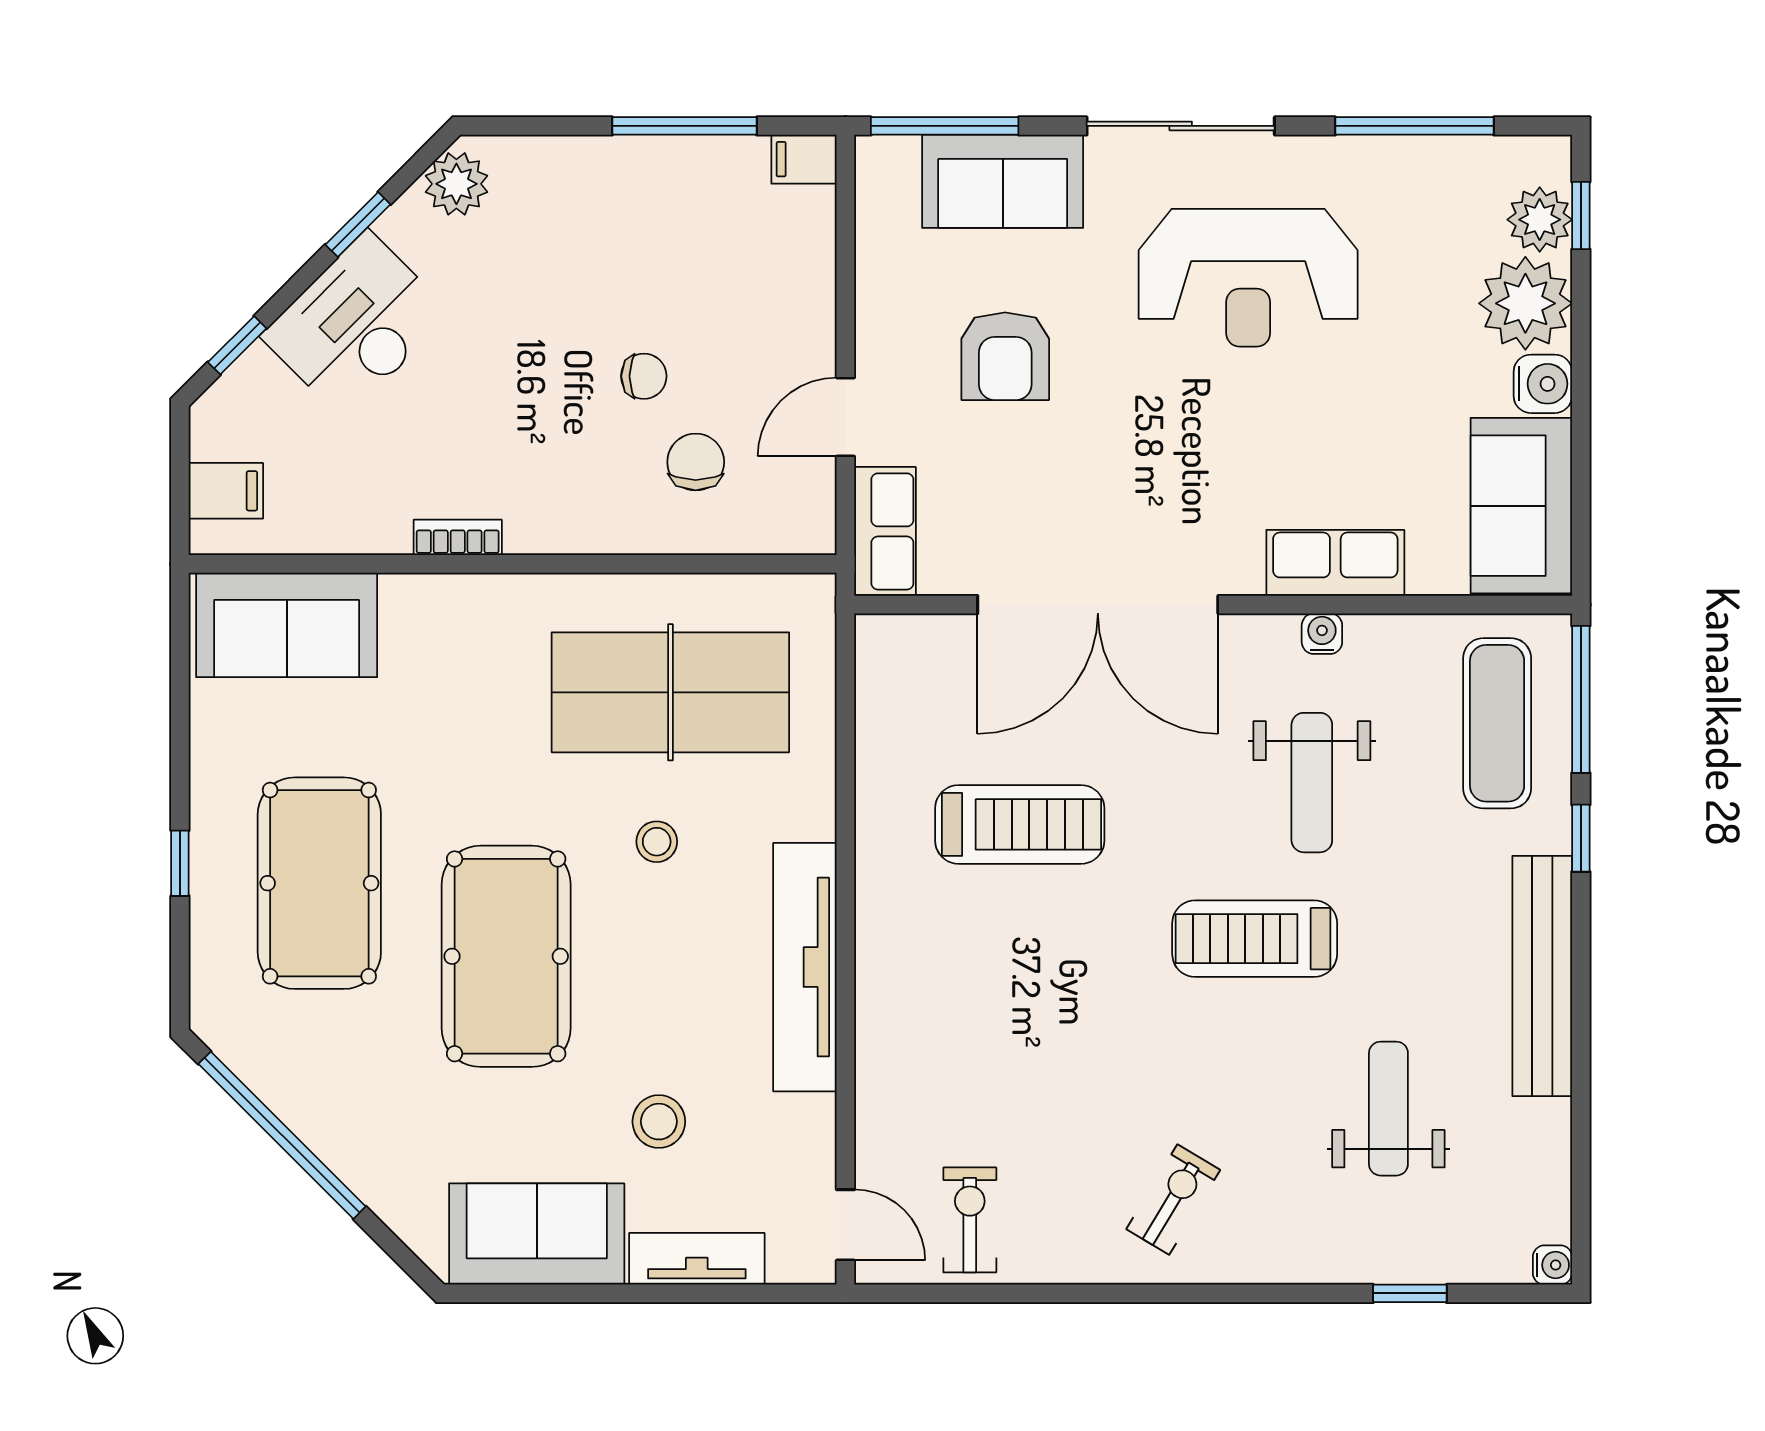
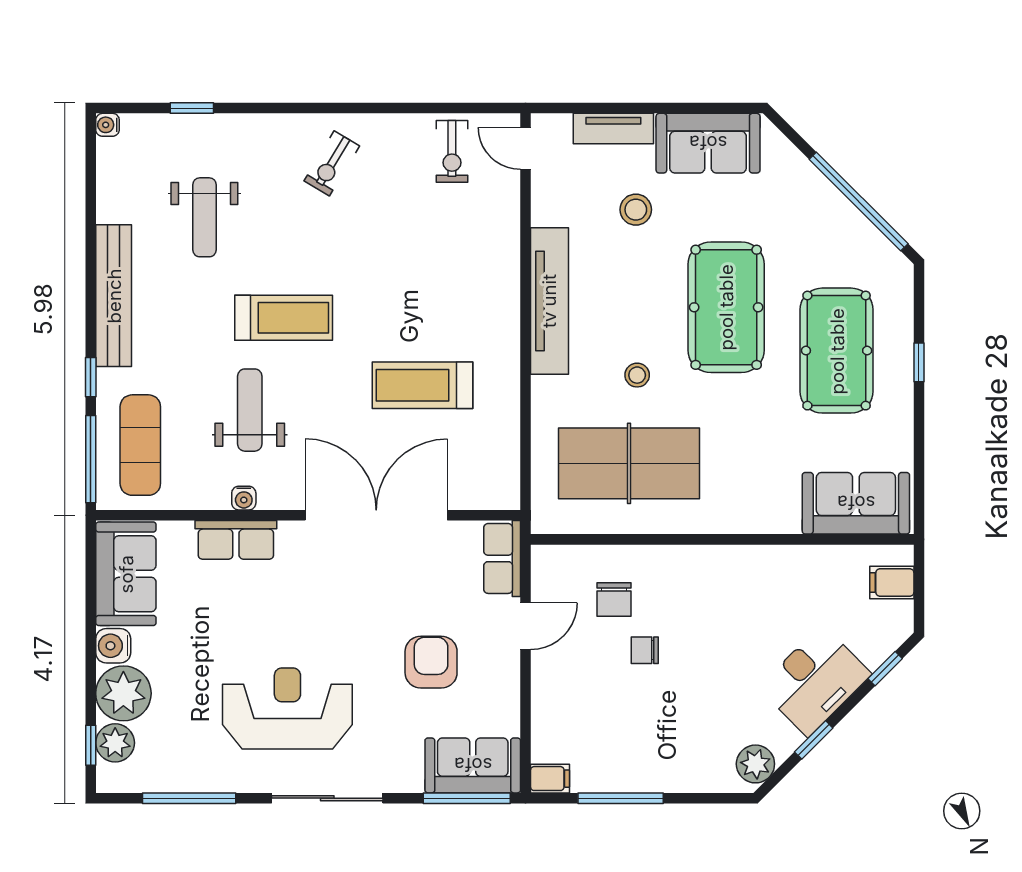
sofa: (1003, 181) -> (473, 765), moved
bookcase: (458, 537) -> (755, 555), removed

